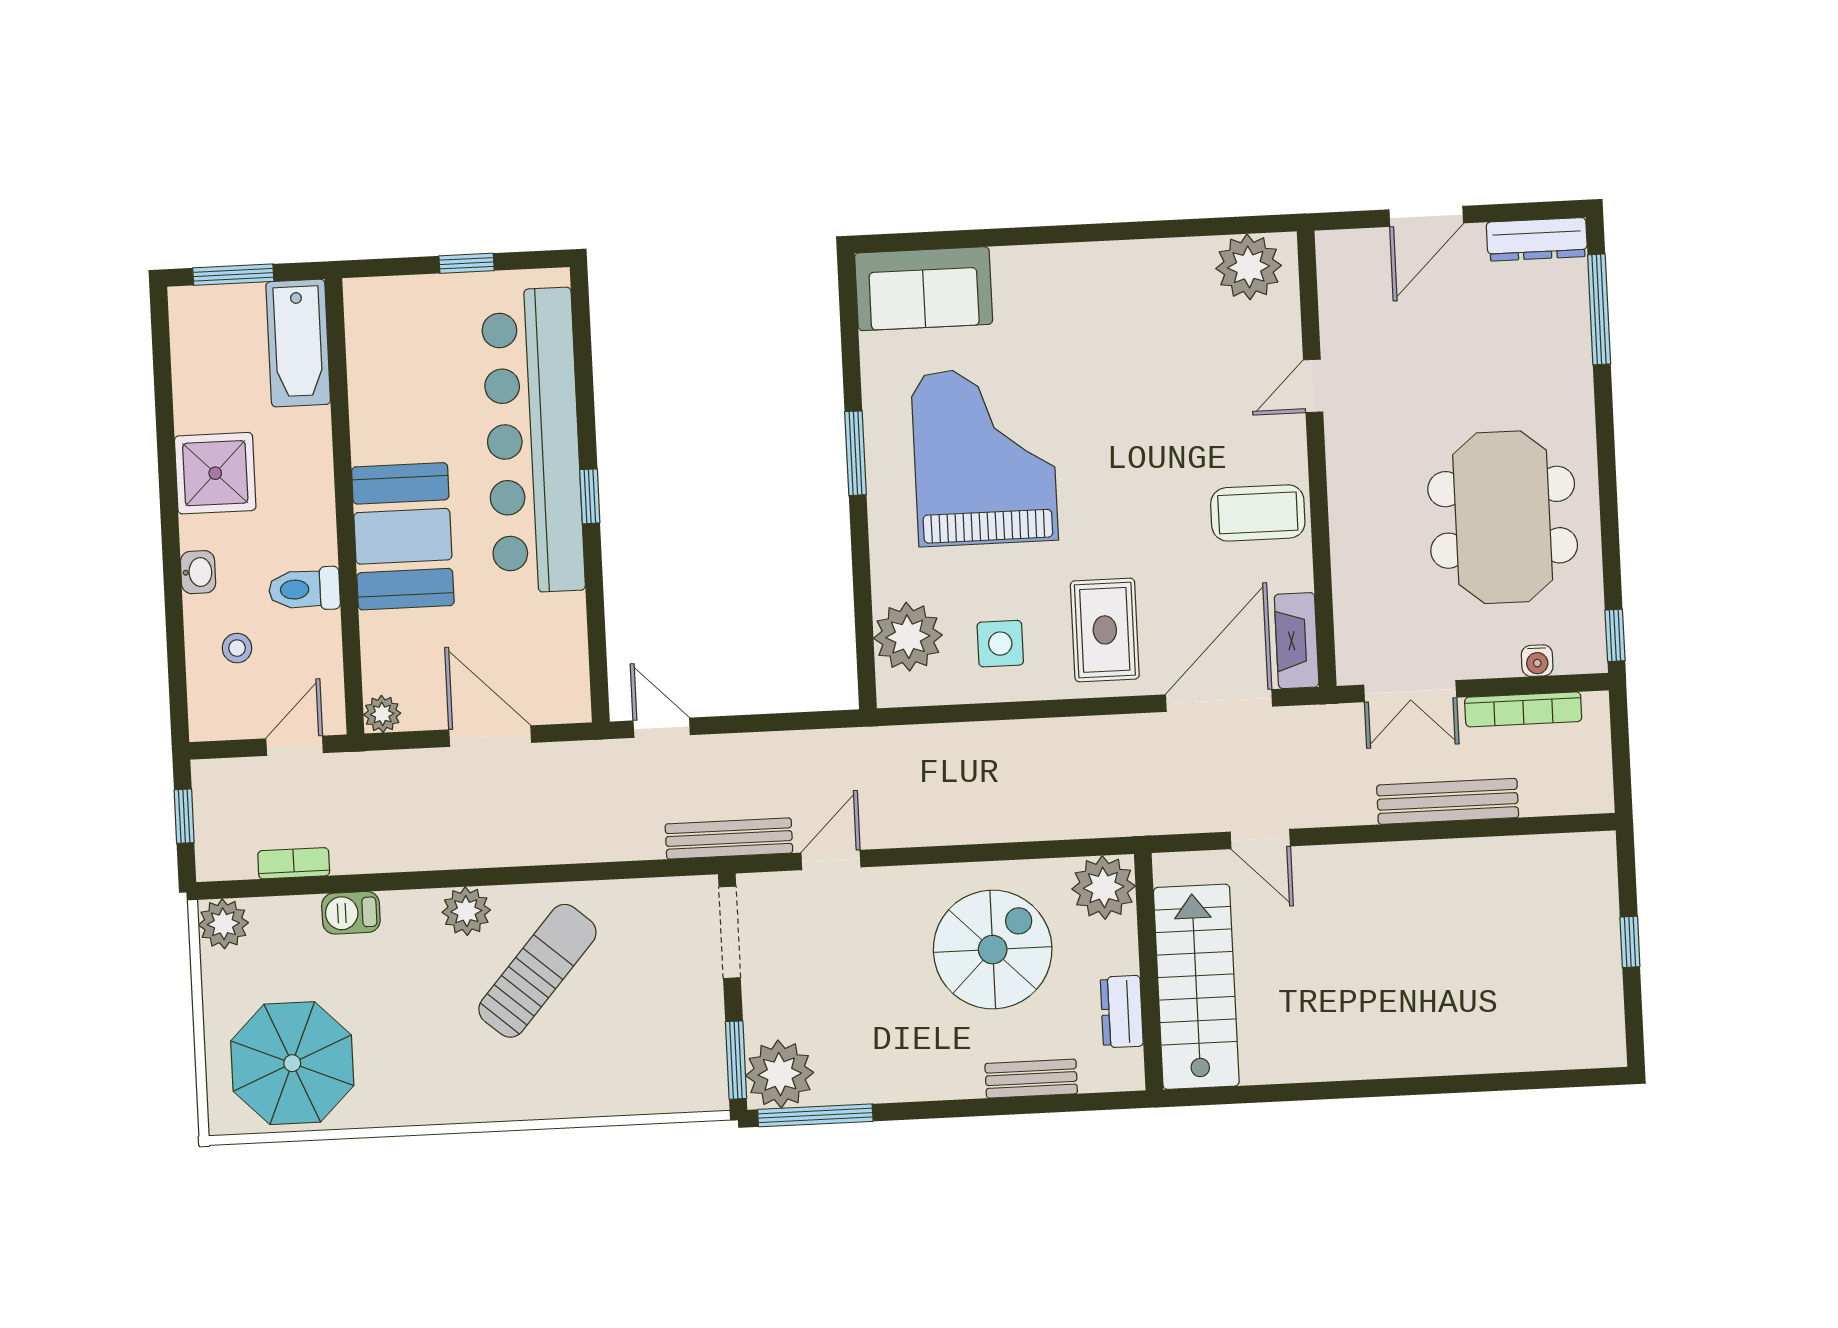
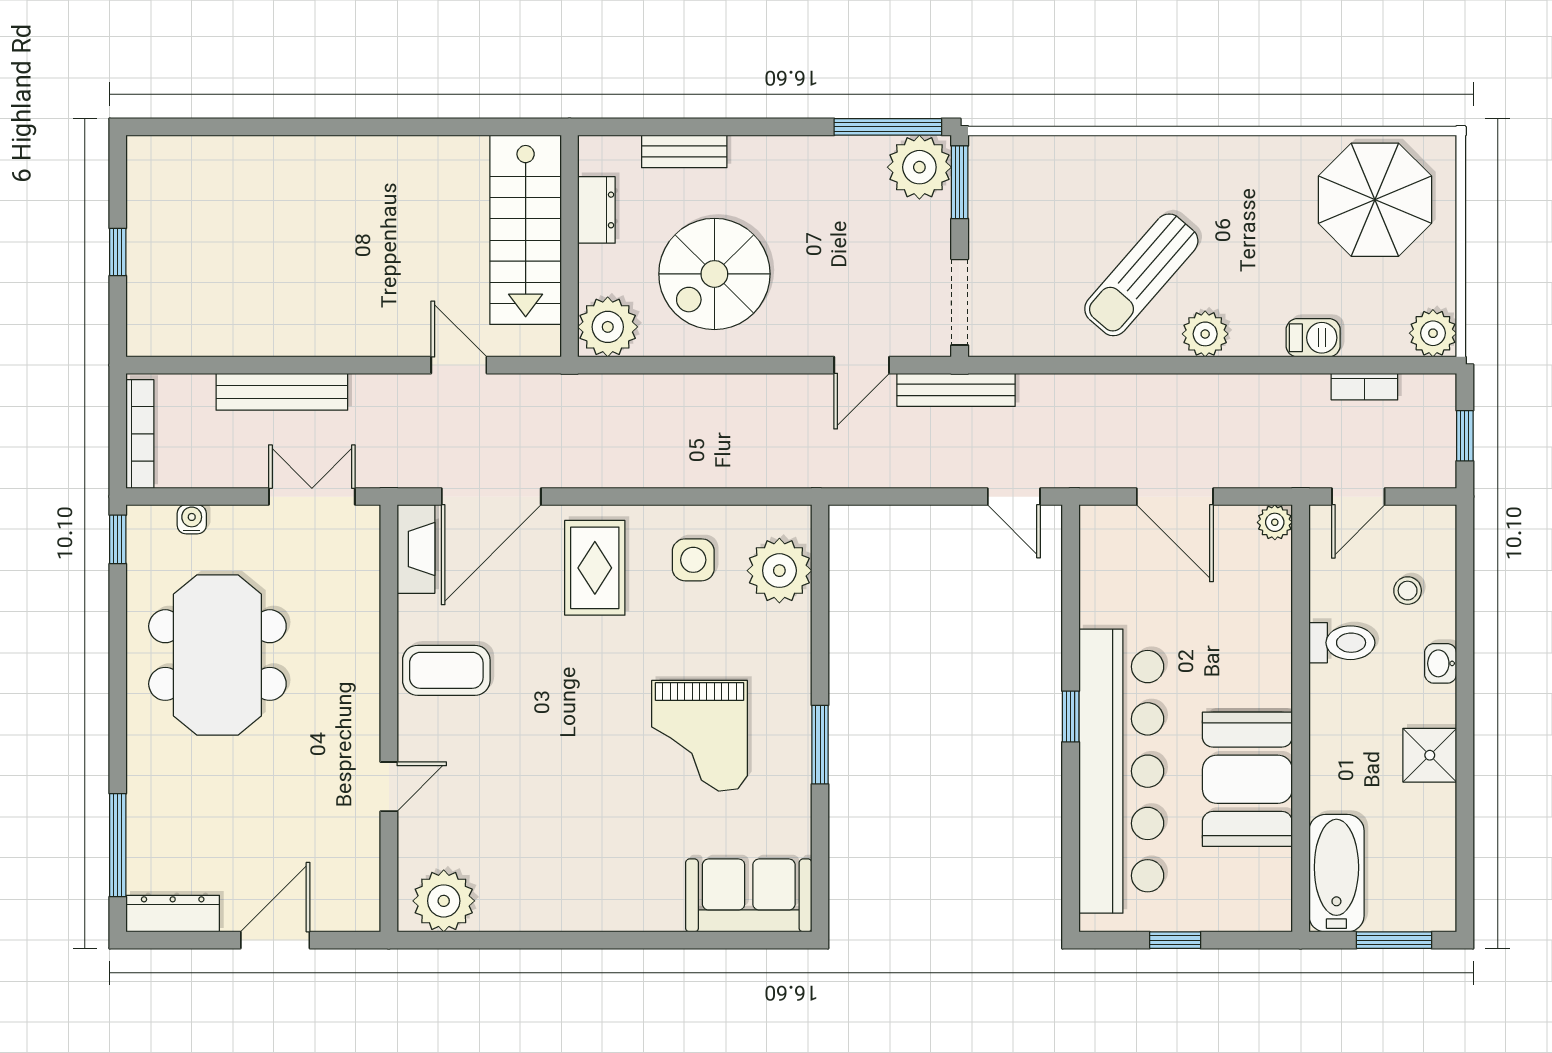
grand piano: (984, 456) -> (700, 736), width x0.73, depth x0.68
shower: (215, 473) -> (1430, 755), width x0.73, depth x0.73
booth: (403, 536) -> (1247, 779), moved
bookcase: (1523, 709) -> (140, 434), moved, turned 90

